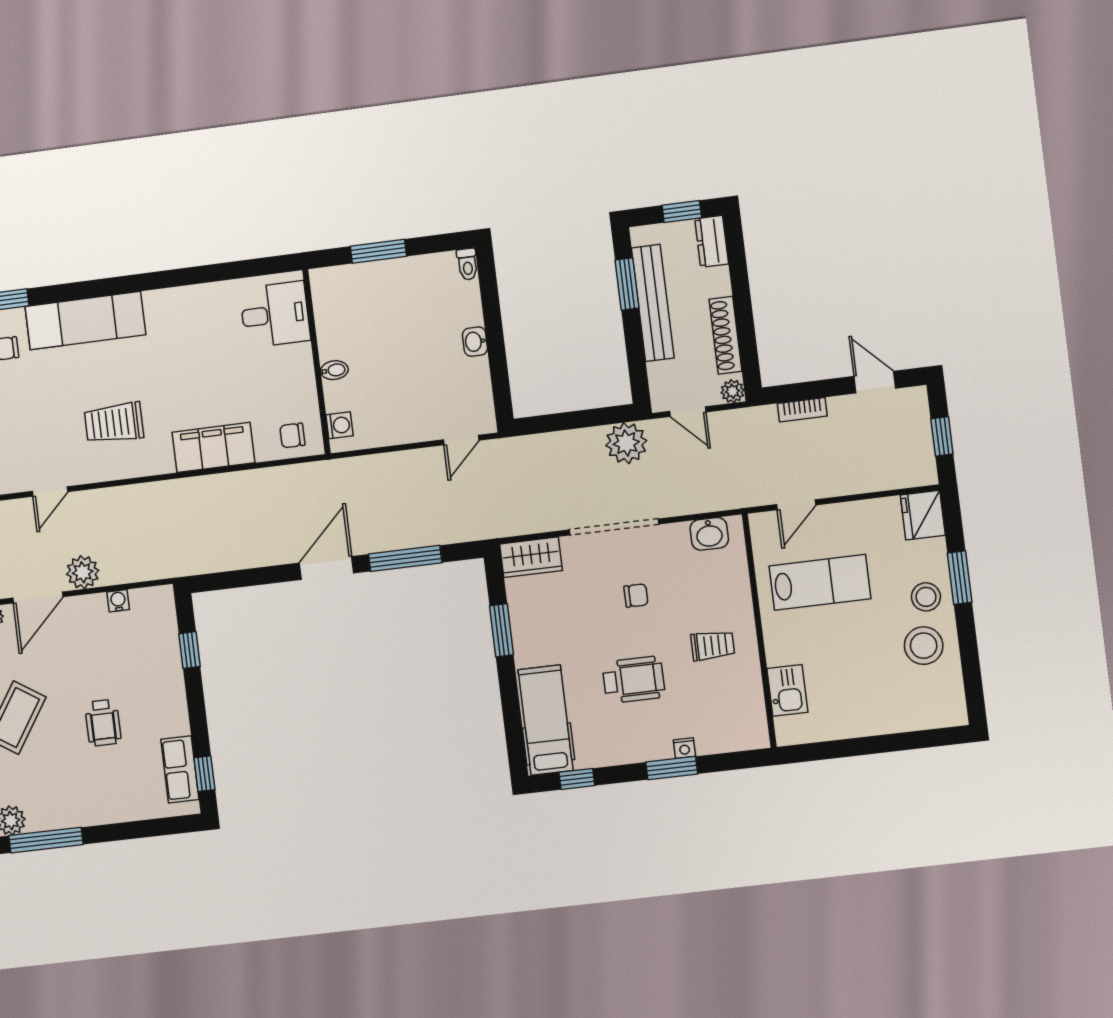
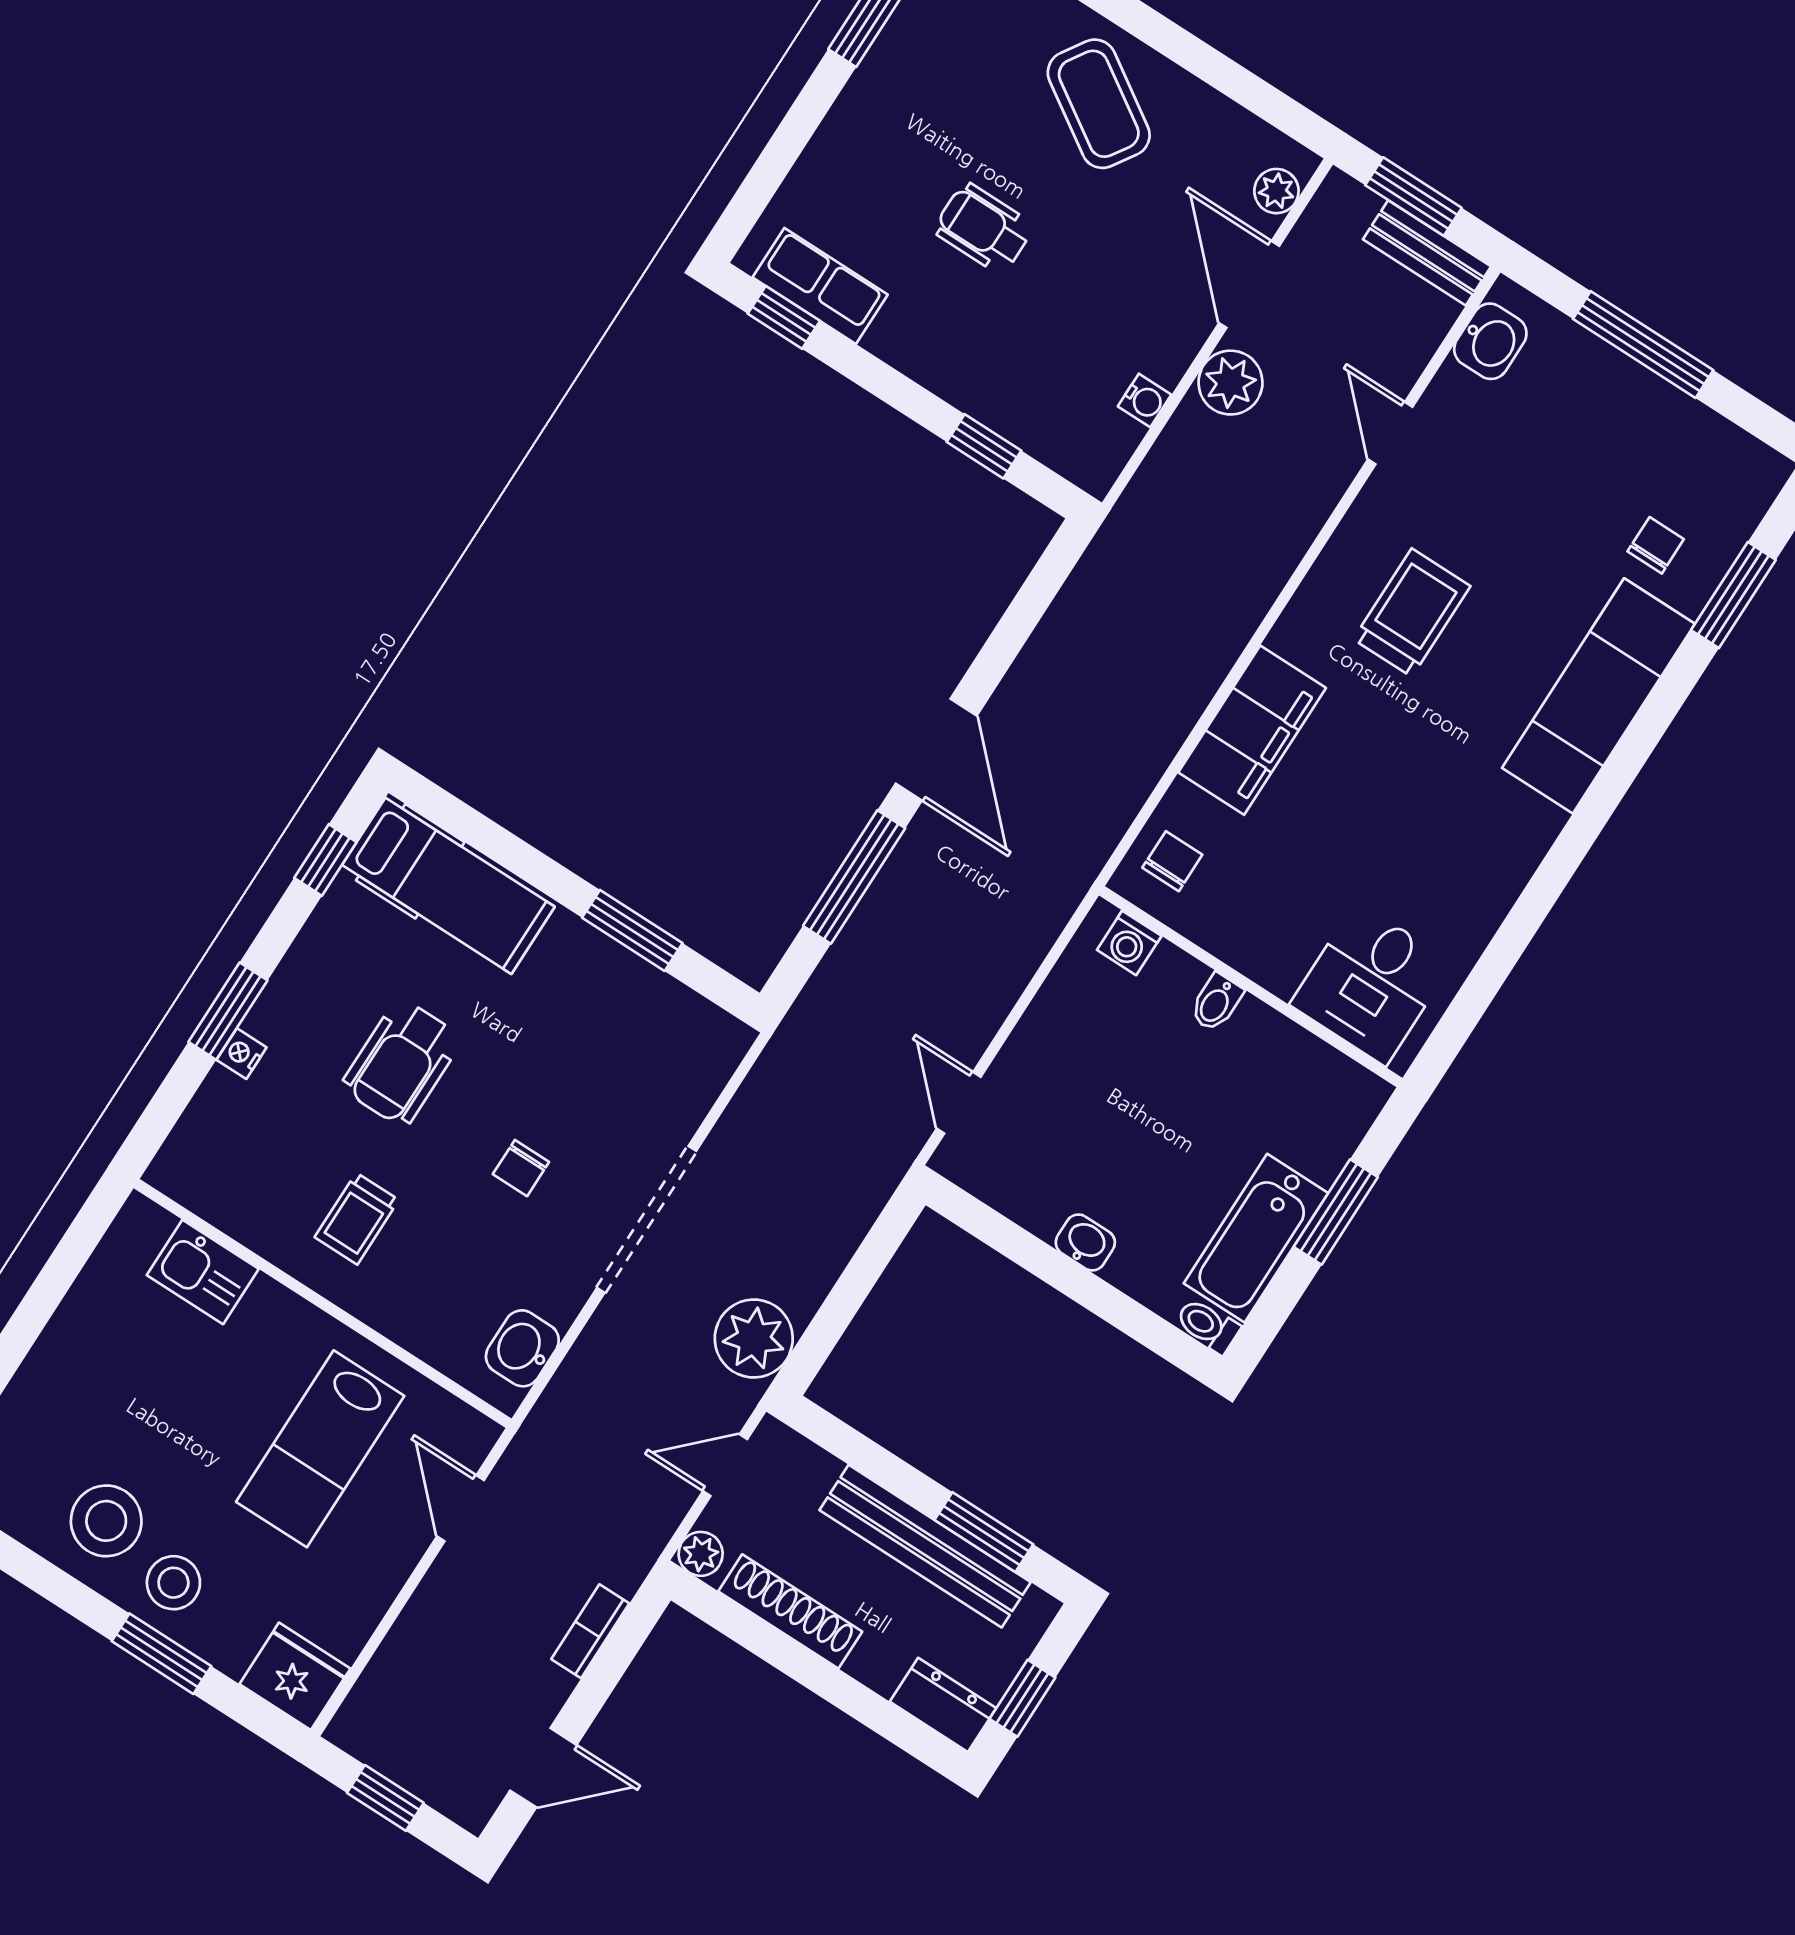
bathtub: (416, 274) -> (1256, 1238), added
wardrobe: (531, 557) -> (703, 1062), removed

